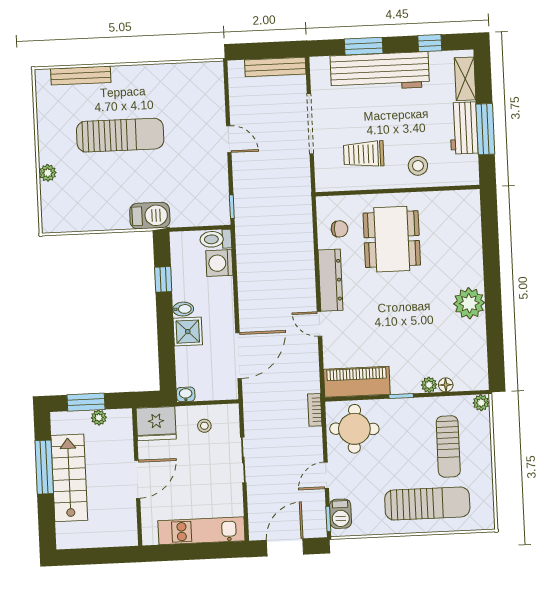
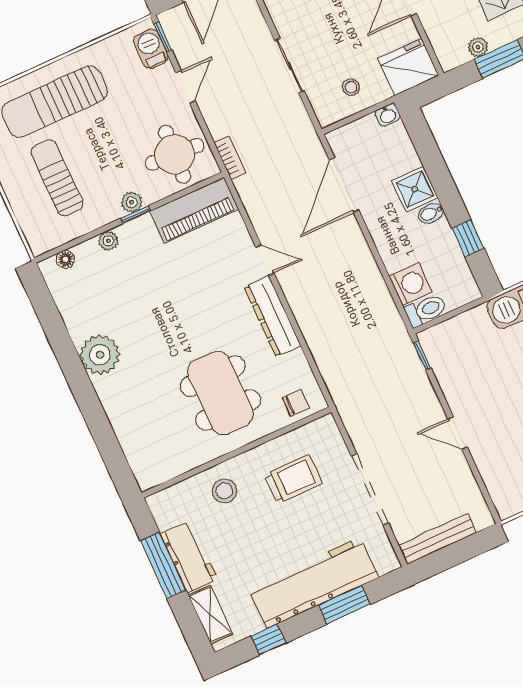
chair: (339, 229) -> (296, 403), moved, turned 180
floor lamp: (446, 385) -> (65, 259), moved
plant: (481, 403) -> (132, 202), moved

